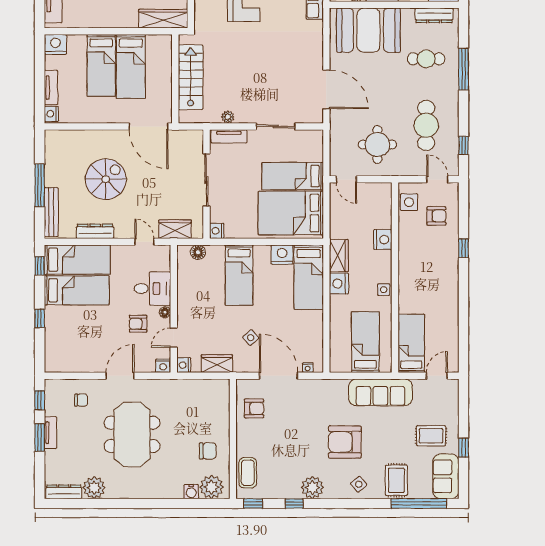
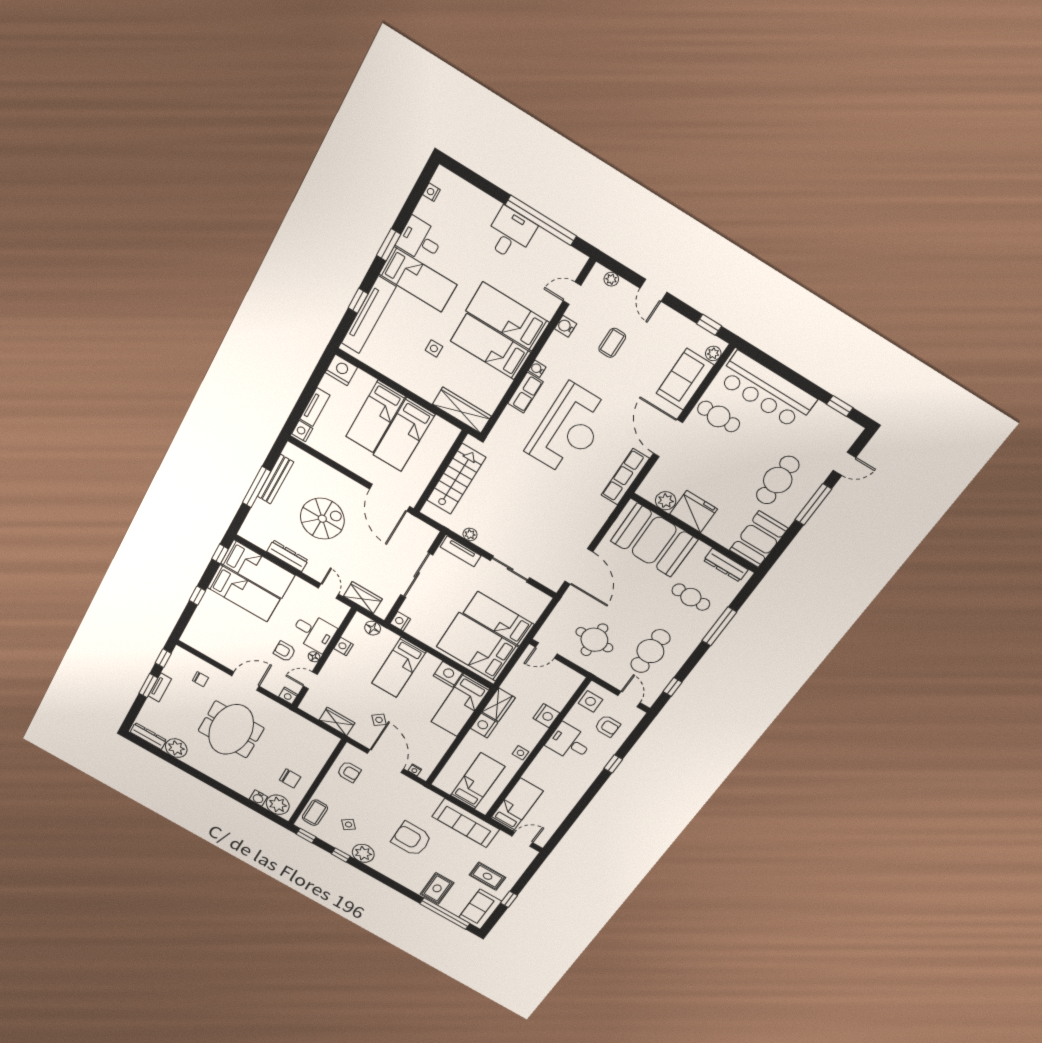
door: (346, 179) -> (546, 650), hinge flipped
bench: (51, 212) -> (275, 479), moved
desk: (416, 252) -> (569, 742), added
nightstand: (184, 365) -> (343, 646), moved
side table: (359, 484) -> (349, 825), moved

